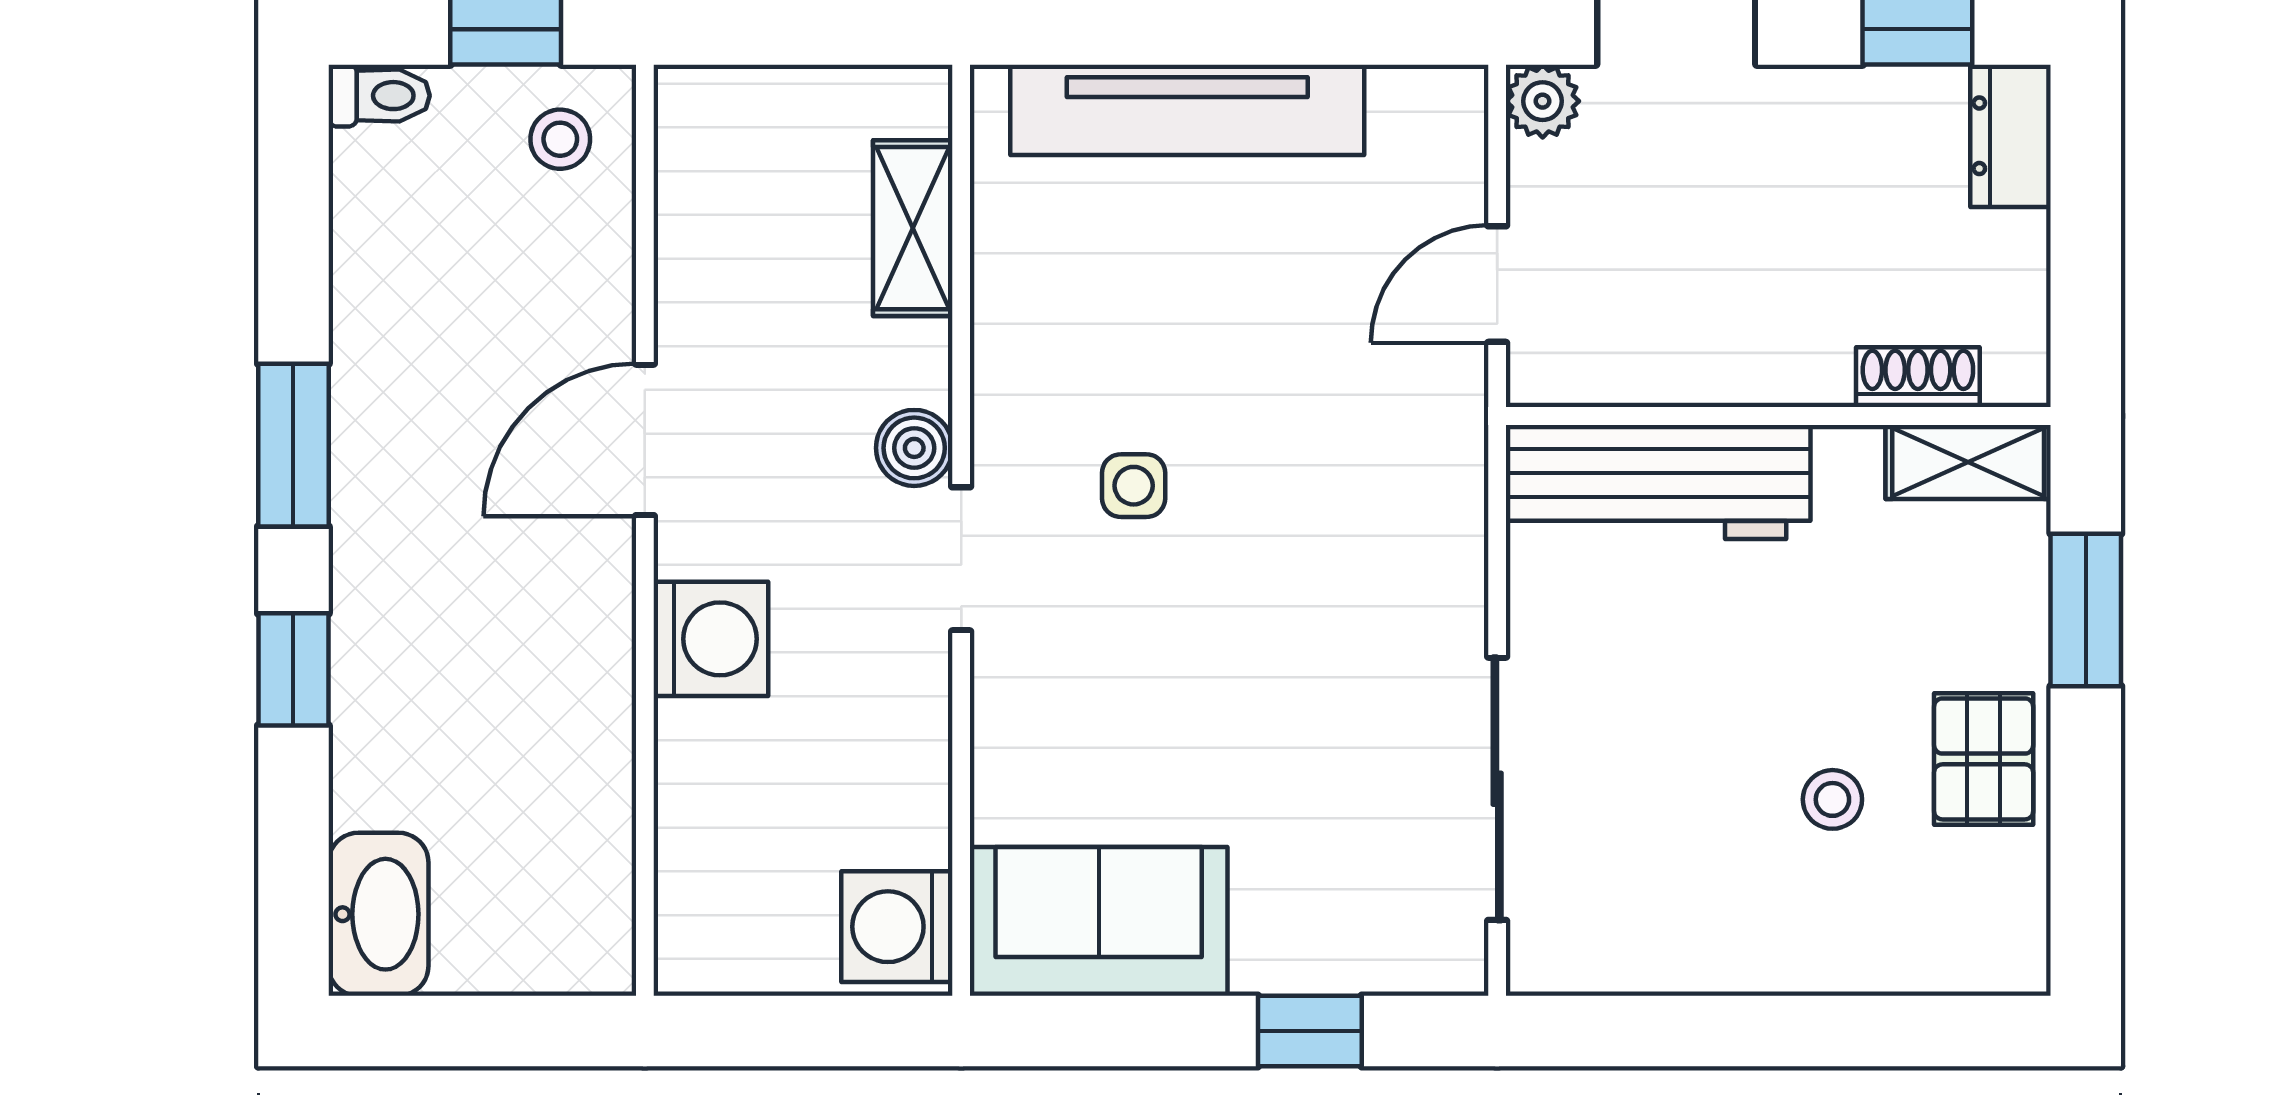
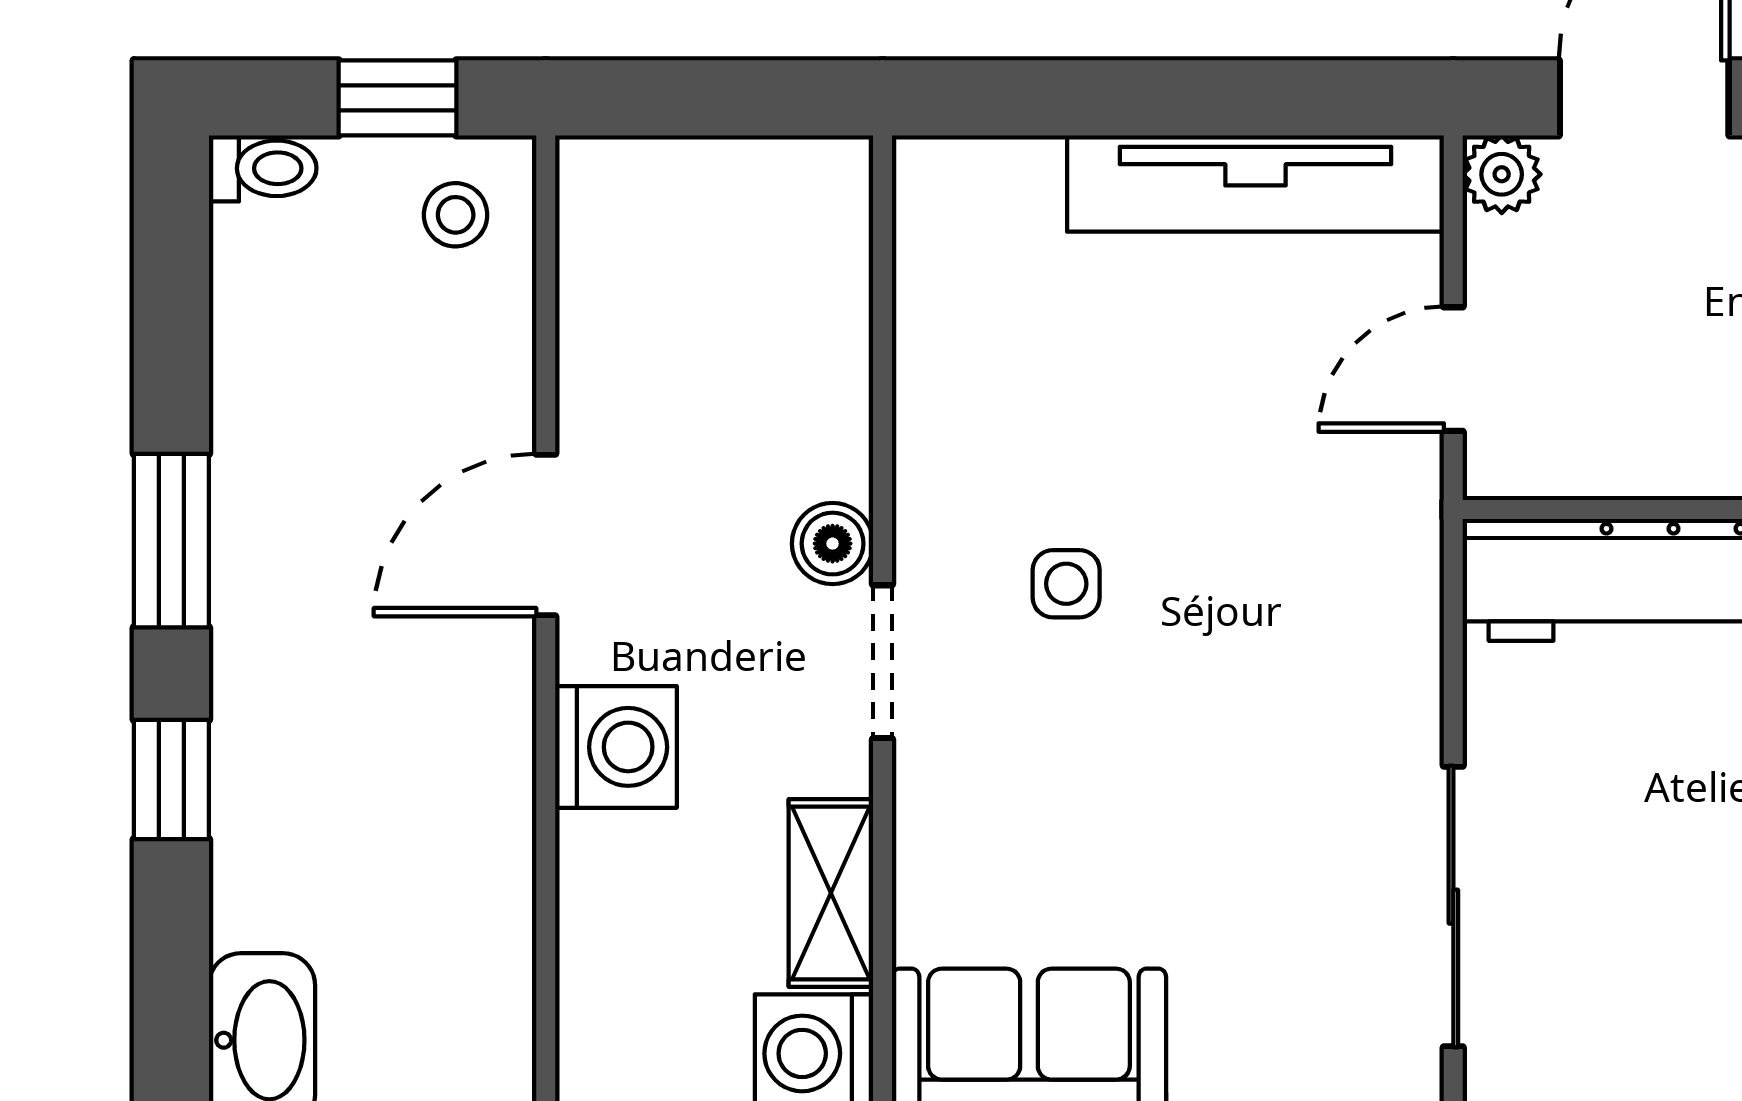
tv unit: (1187, 110) -> (1256, 183), moved
shelving: (913, 228) -> (831, 893), moved

